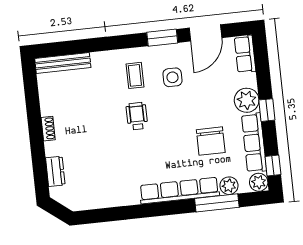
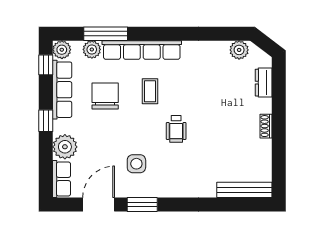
coffee table: (135, 75) -> (150, 91), moved
plant: (247, 100) -> (65, 147), moved
plant: (83, 201) -> (239, 50), added

